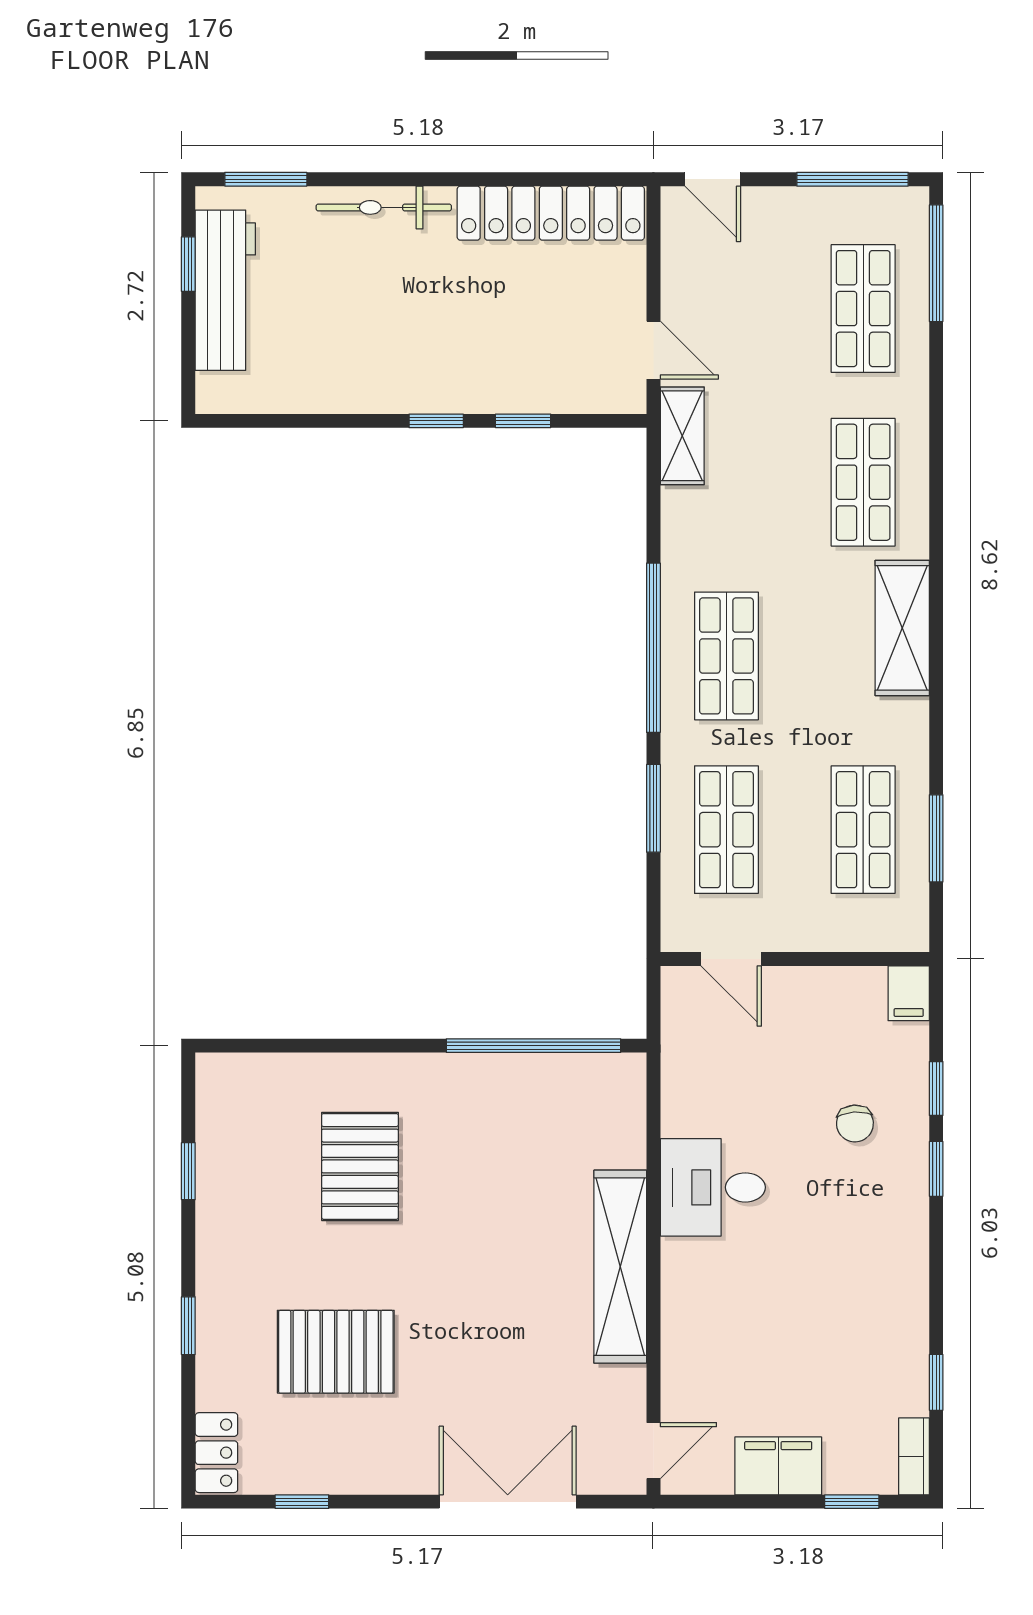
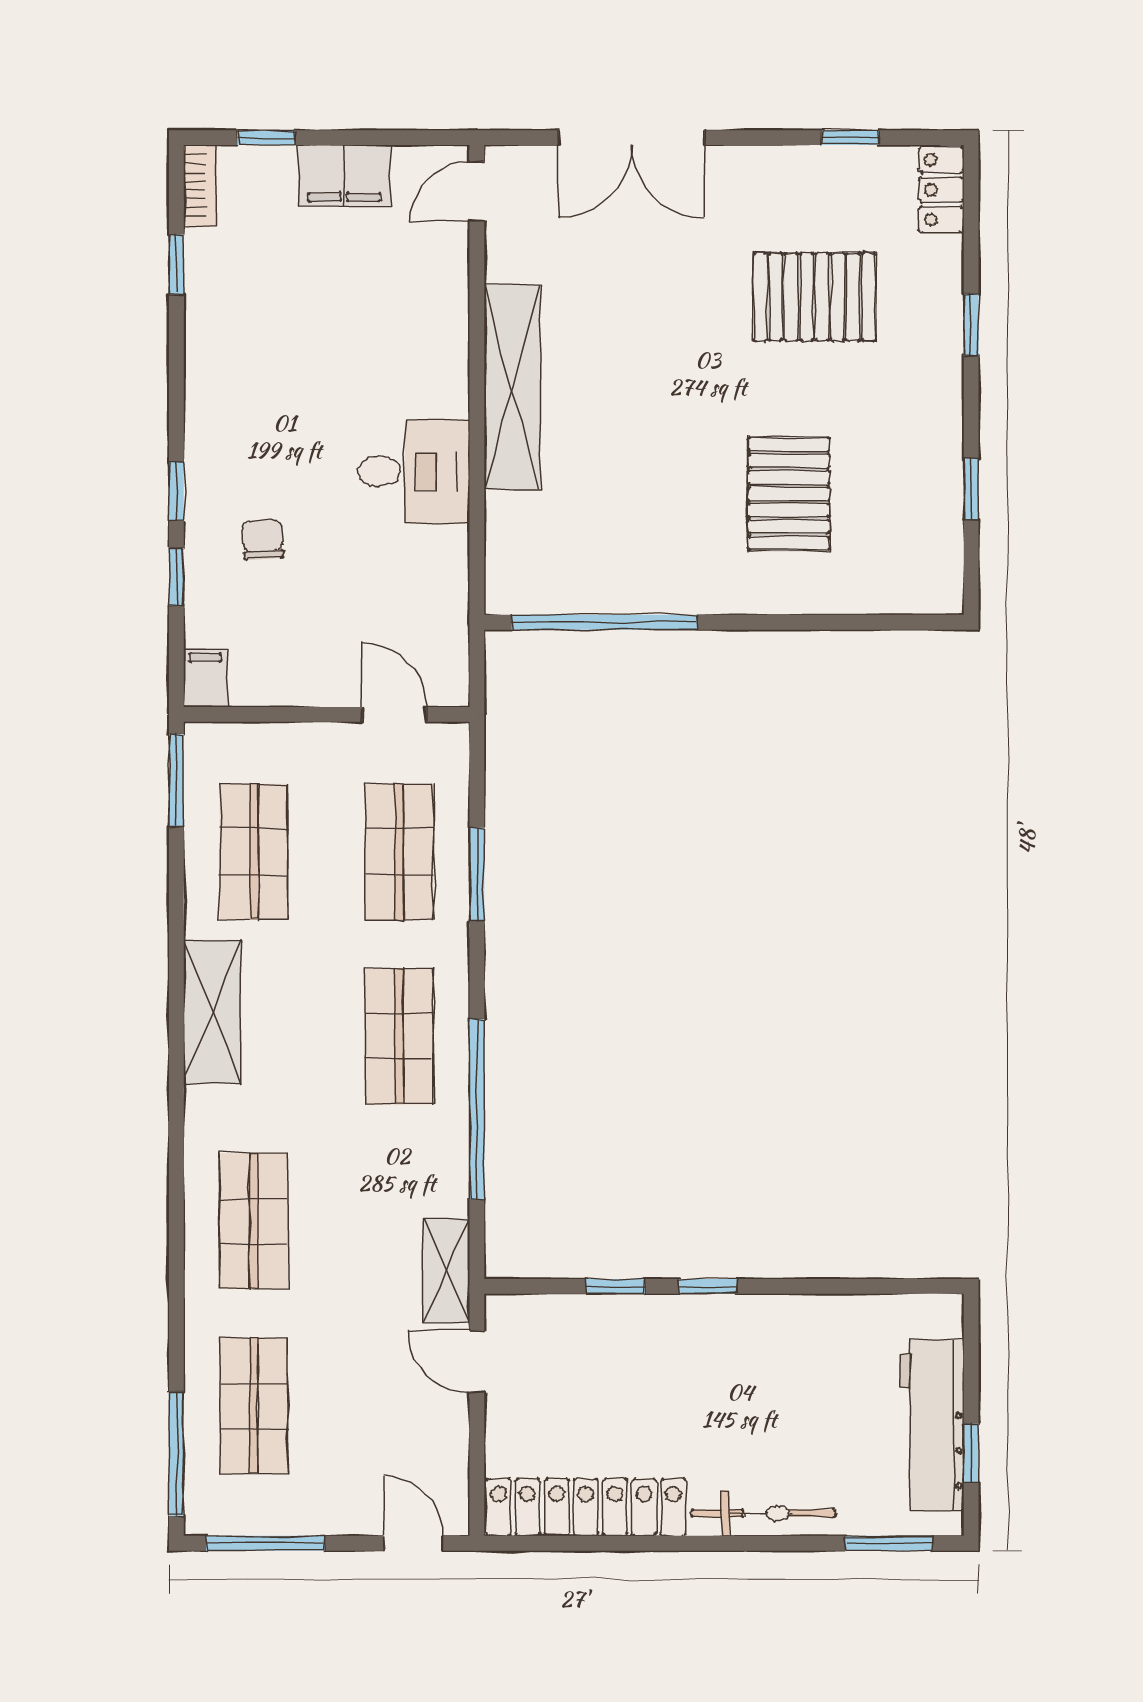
shelving: (902, 628) -> (212, 1012), moved
window: (653, 648) -> (477, 1109), moved
window: (936, 838) -> (176, 780), moved

